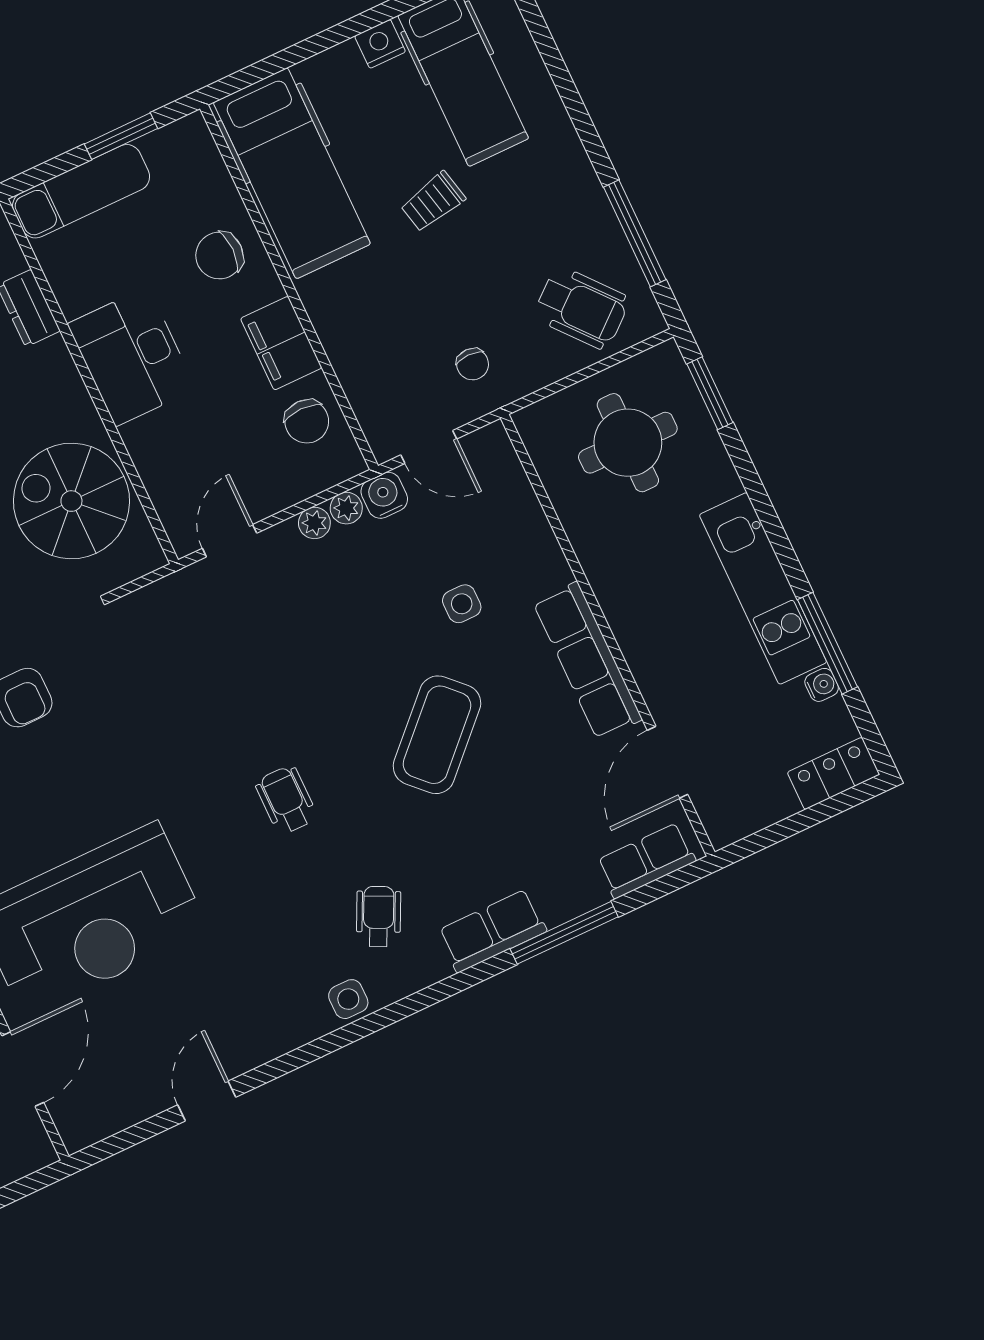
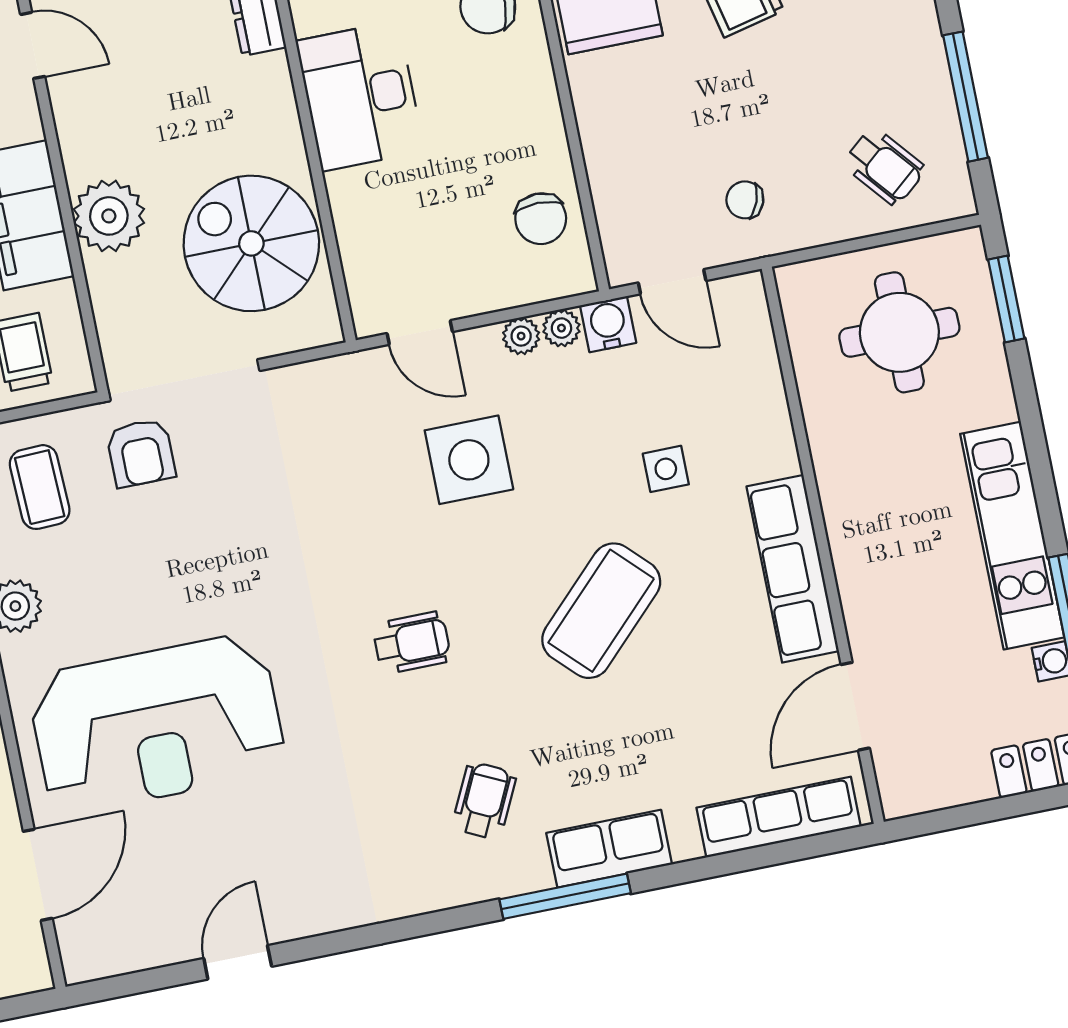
wheelchair: (582, 308) -> (884, 166), width x0.73, depth x0.73
filing cabinet: (281, 343) -> (534, 123), removed
chair: (473, 364) -> (745, 200), turned 110
door: (230, 541) -> (420, 333), swing flipped
wheelchair: (286, 800) -> (412, 643), turned 90
row of seats: (646, 861) -> (779, 817), width x1.48
window: (564, 933) -> (565, 896), moved
side table: (348, 999) -> (469, 460), moved, width x1.87, depth x1.87

